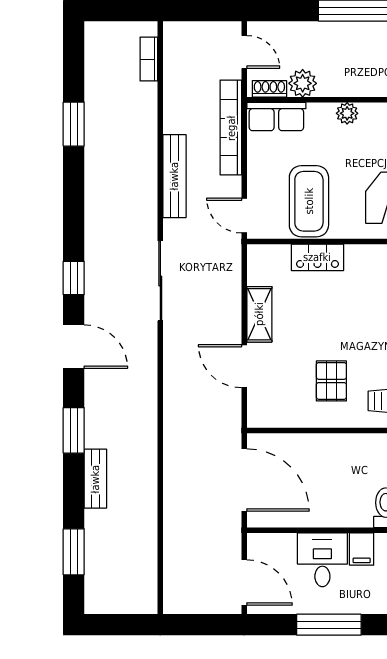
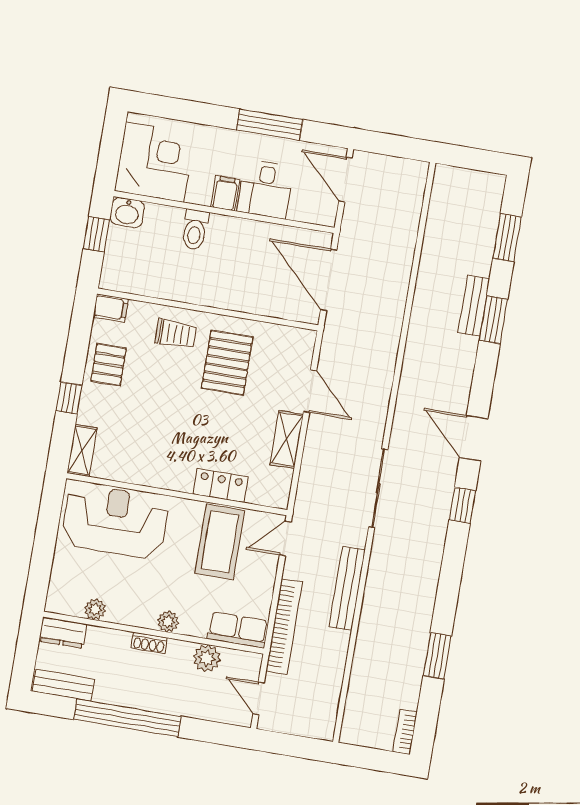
bookcase: (149, 59) -> (405, 732), moved, turned 180
shoe rack: (269, 89) -> (149, 643), moved
door: (244, 215) -> (285, 538), swing flipped
pallet: (331, 381) -> (227, 363), width x1.50, depth x1.42
window: (74, 430) -> (493, 320), moved

